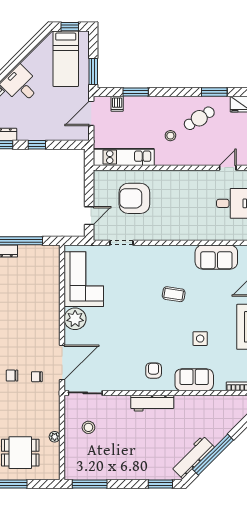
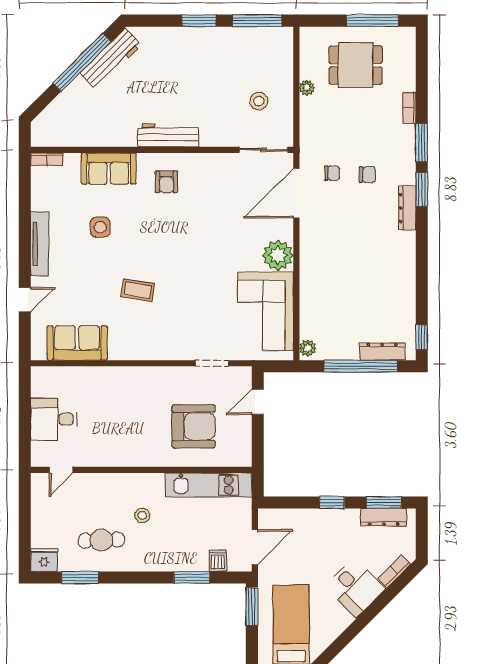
cafe table: (199, 118) -> (101, 540), turned 30
plant: (54, 253) -> (308, 348), added
window: (160, 484) -> (199, 21), moved

